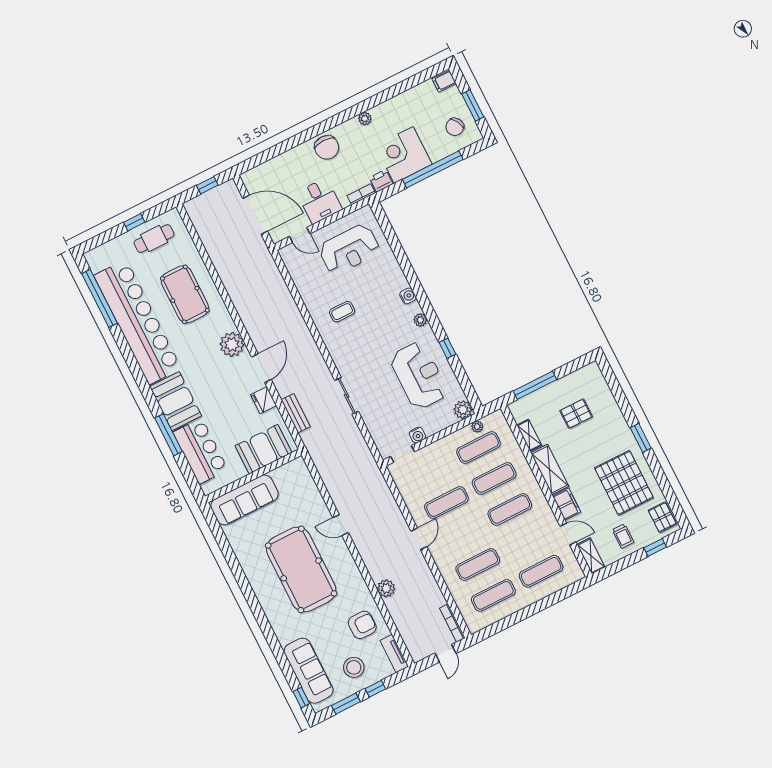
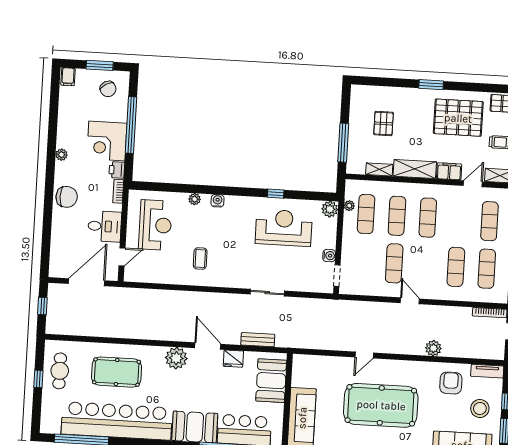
plant: (420, 320) -> (195, 199), moved

